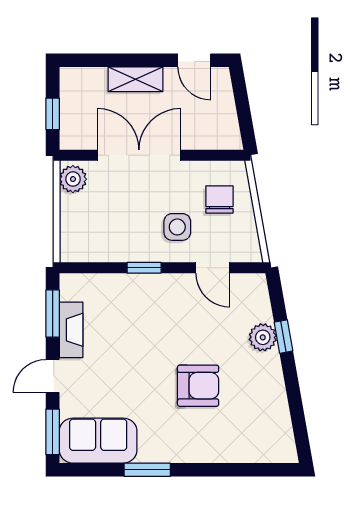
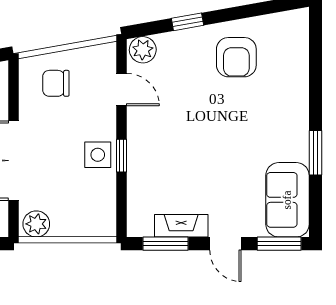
side table: (177, 227) -> (98, 155), moved
door: (213, 268) -> (121, 90), hinge flipped
plant: (263, 337) -> (143, 50), moved
armchair: (198, 386) -> (236, 57), moved, turned 180

